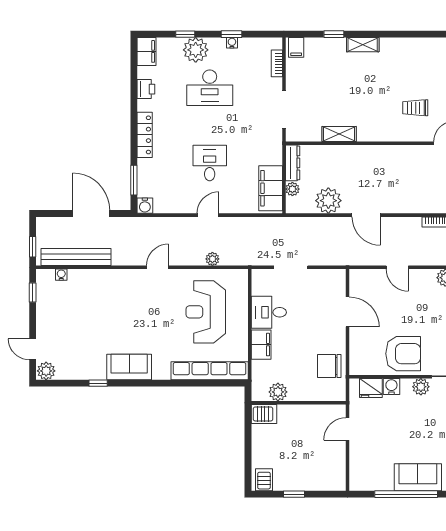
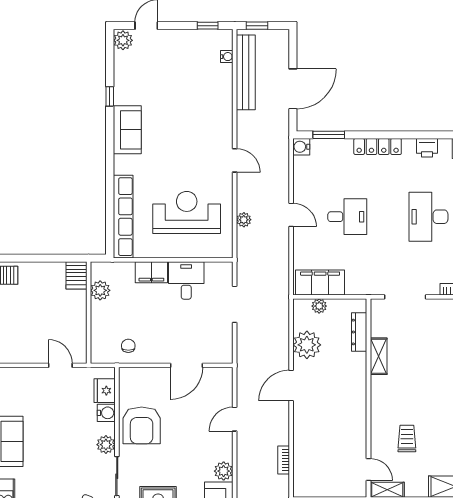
dresser: (293, 163) -> (359, 332), moved, turned 90
chair: (329, 366) -> (128, 346), width x0.54, depth x0.54

